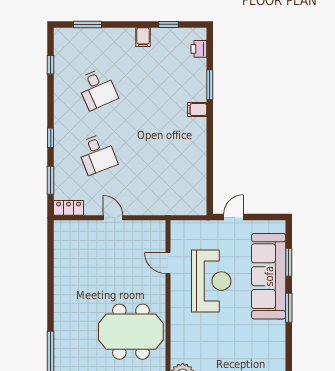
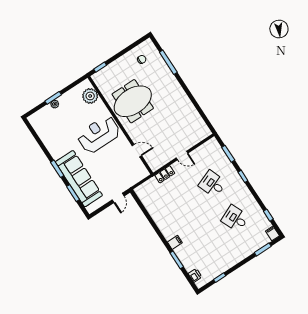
filing cabinet: (143, 37) -> (272, 233), moved
locker: (69, 208) -> (165, 174), moved
reception desk: (211, 281) -> (99, 134), moved, turned 90

